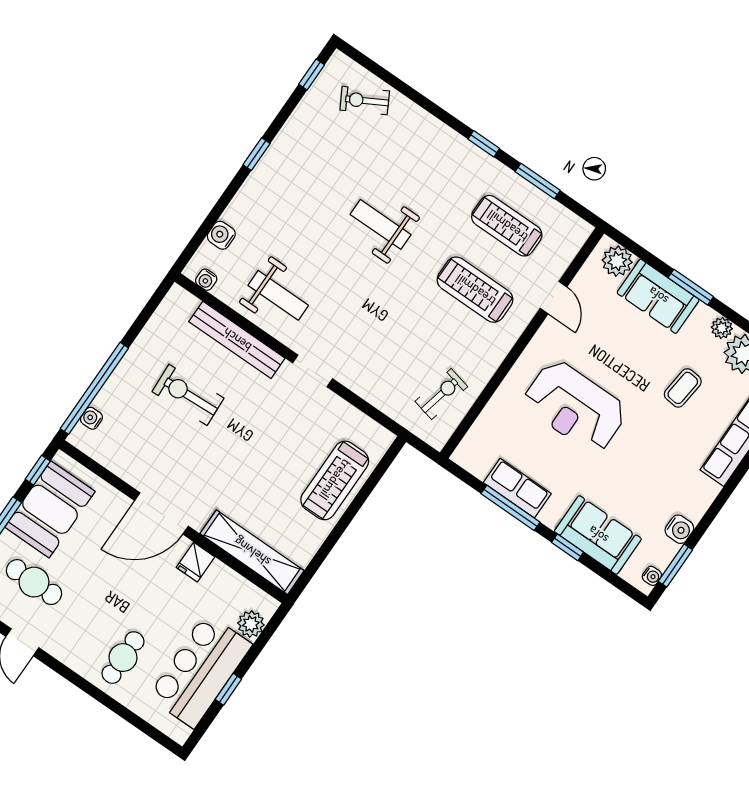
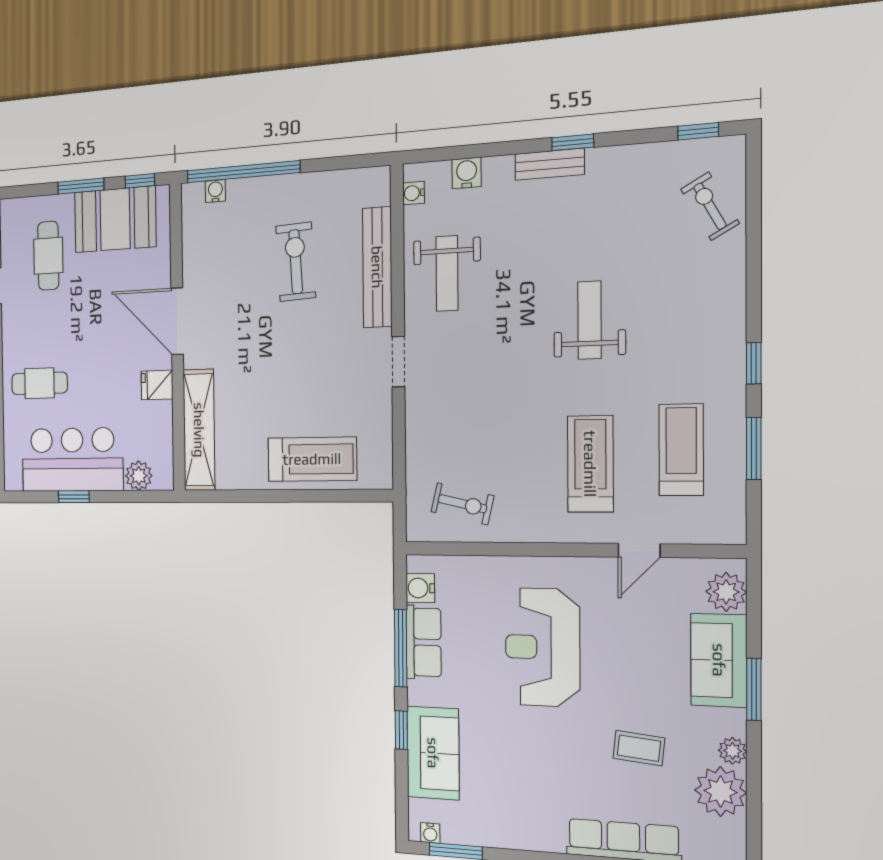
bench: (259, 178) -> (550, 164), added
treadmill: (335, 480) -> (312, 459), turned 180
water cooler: (679, 529) -> (420, 588), moved, turned 90

